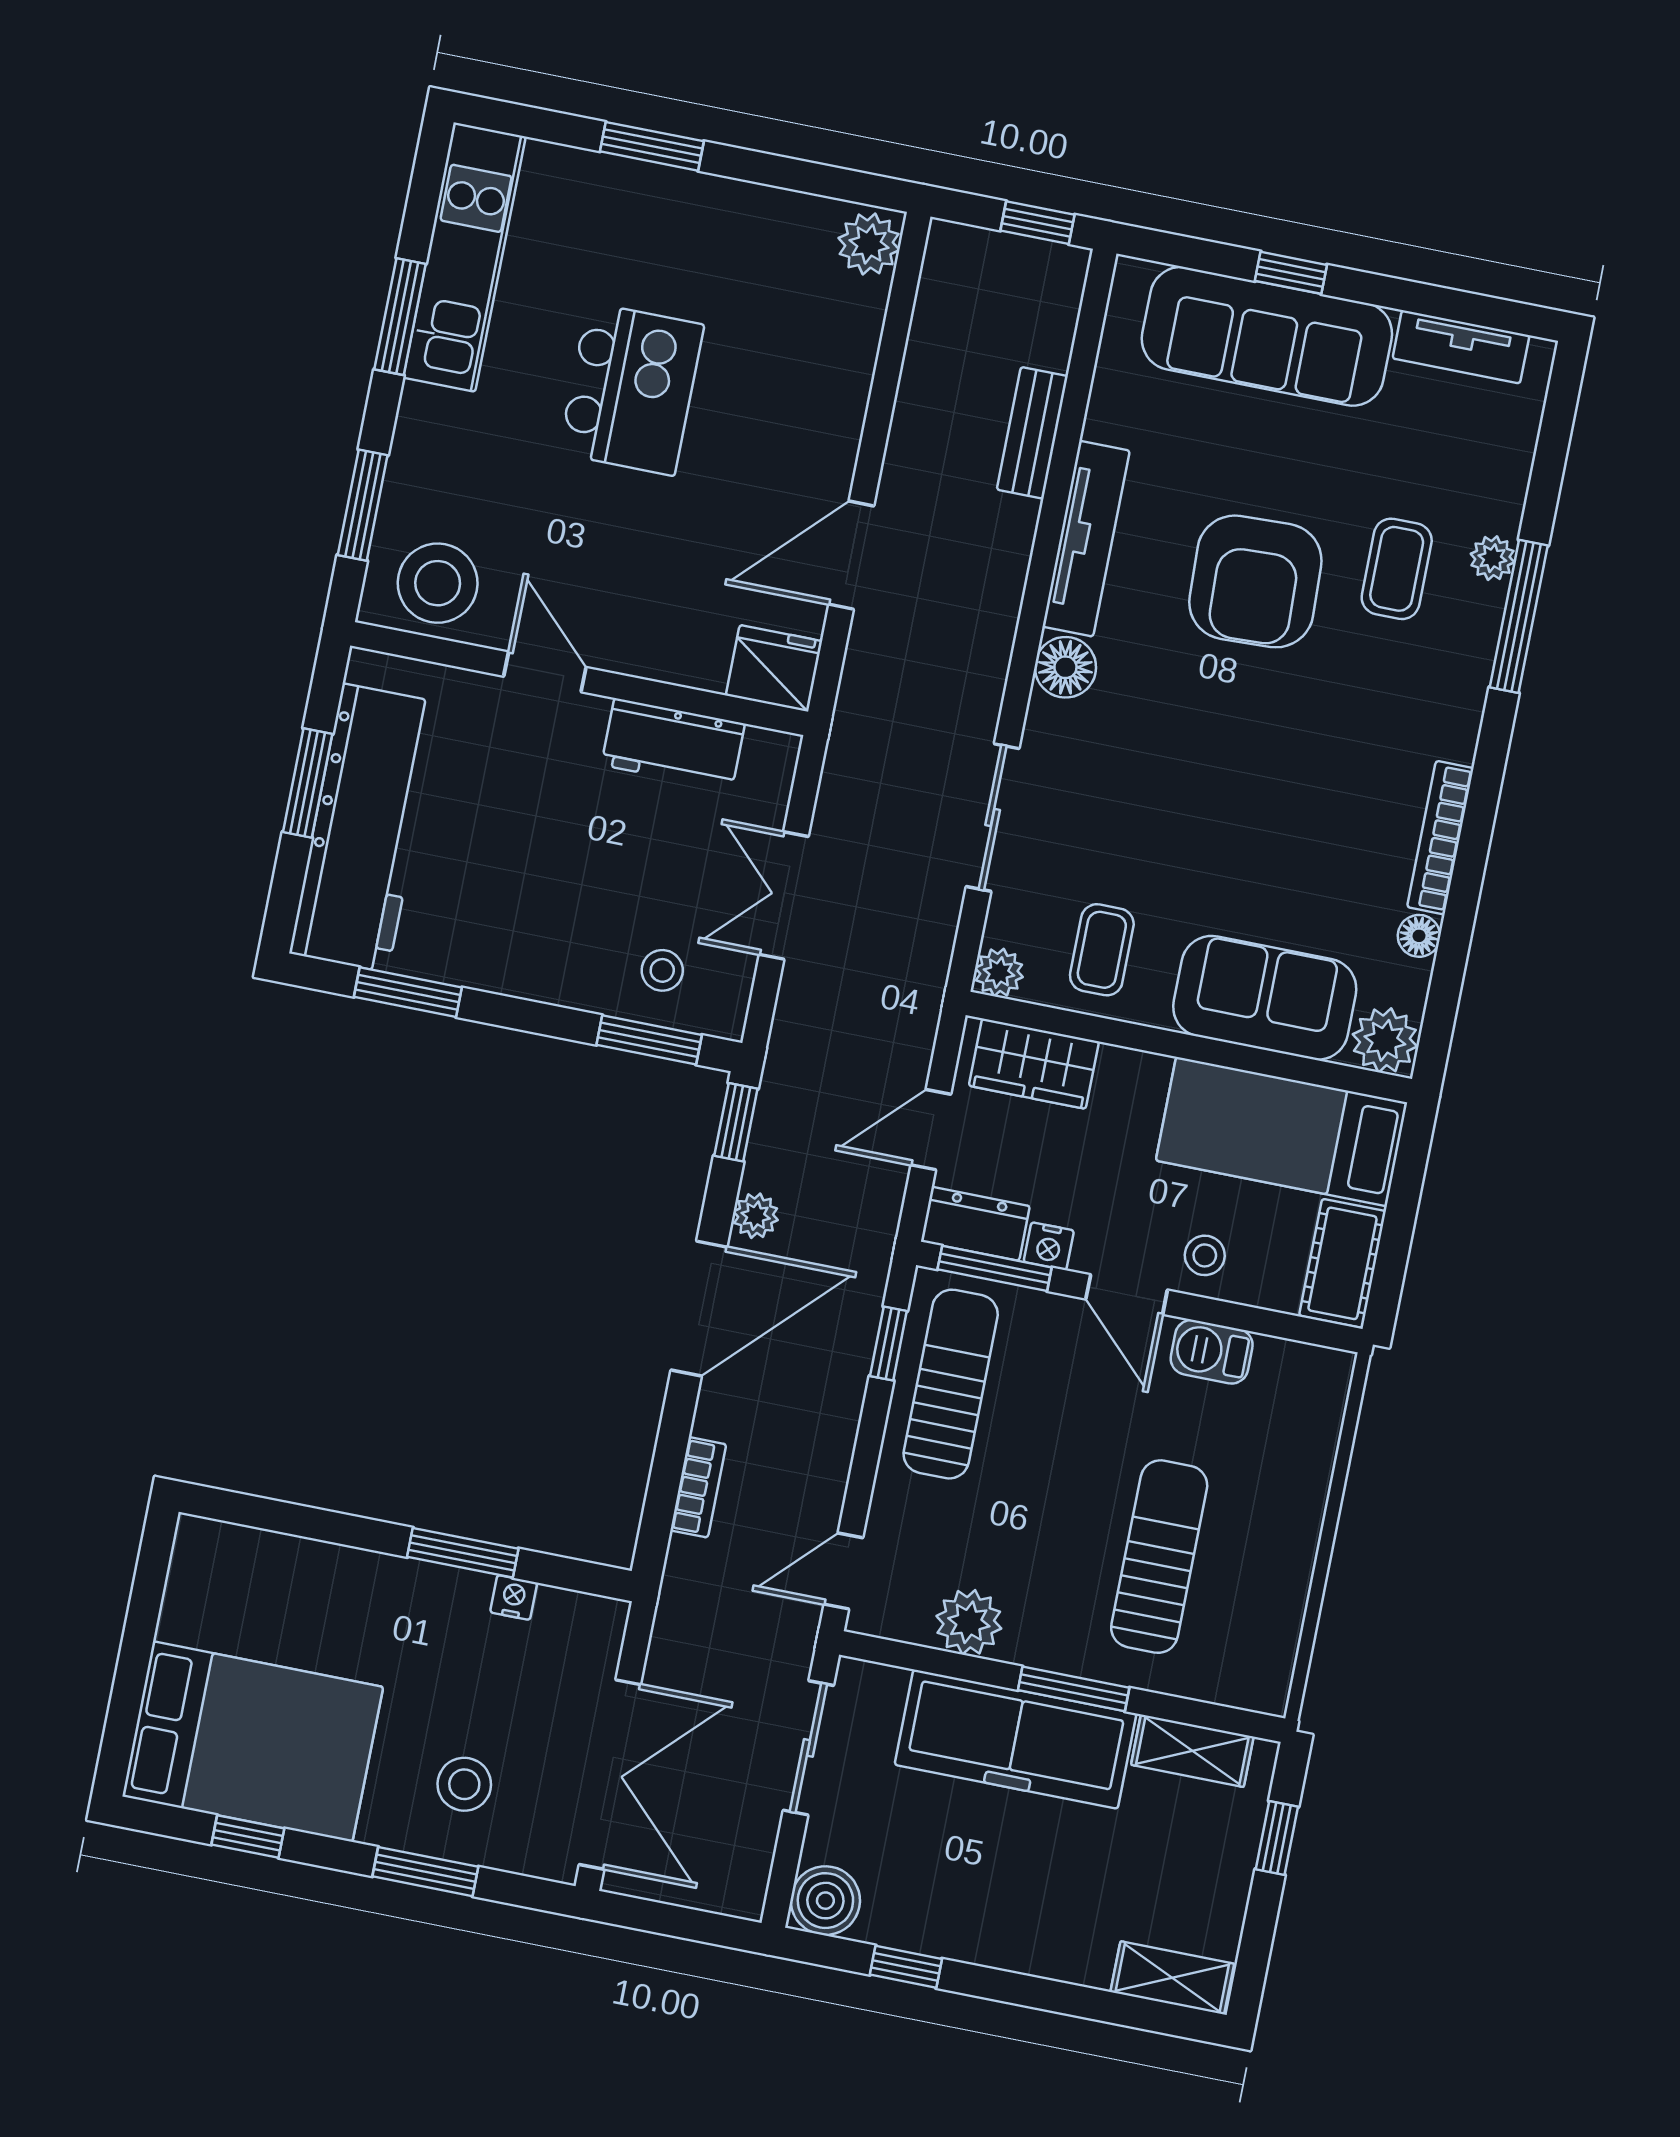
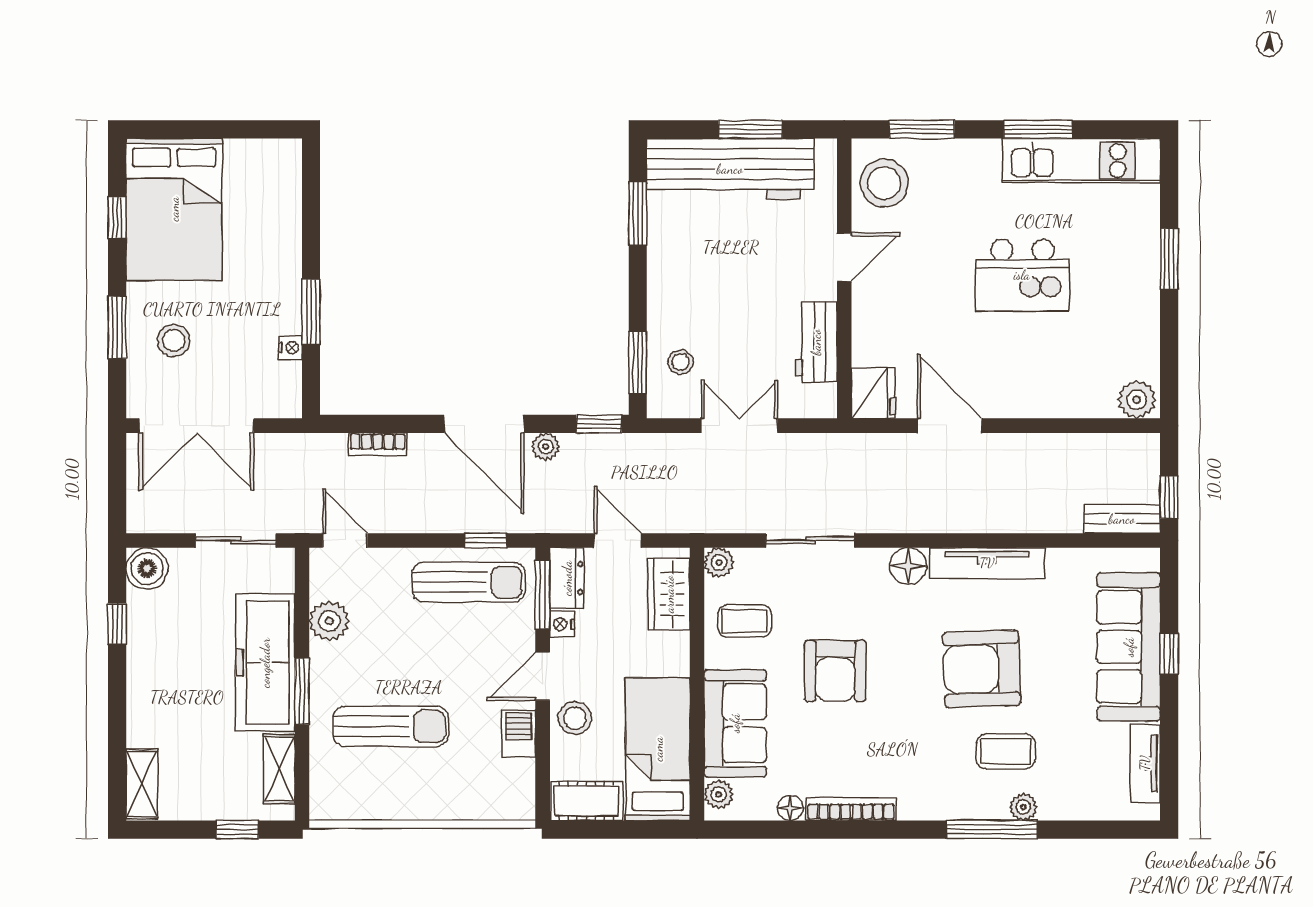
bench: (1032, 433) -> (1122, 519), moved
armchair: (1212, 819) -> (835, 671), added
plant: (1385, 1040) -> (719, 794), width x0.73, depth x0.73
stool: (1205, 1255) -> (575, 718), width x1.37, depth x1.37

